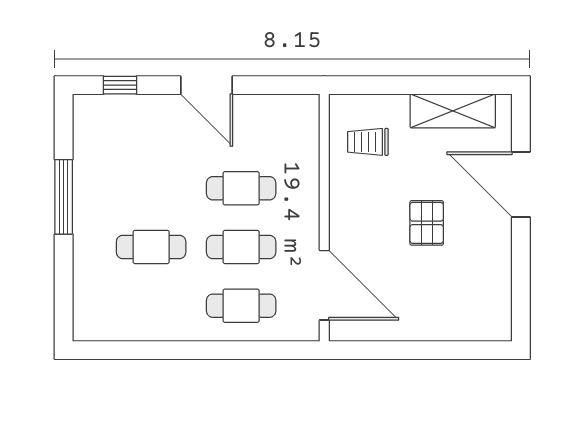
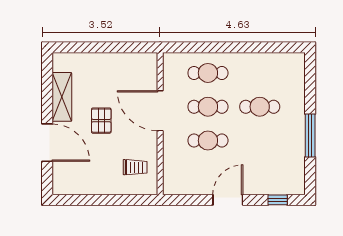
door: (206, 85) -> (228, 200), hinge flipped
shelving: (453, 111) -> (62, 97), moved, turned 90
door: (324, 285) -> (160, 111), moved

